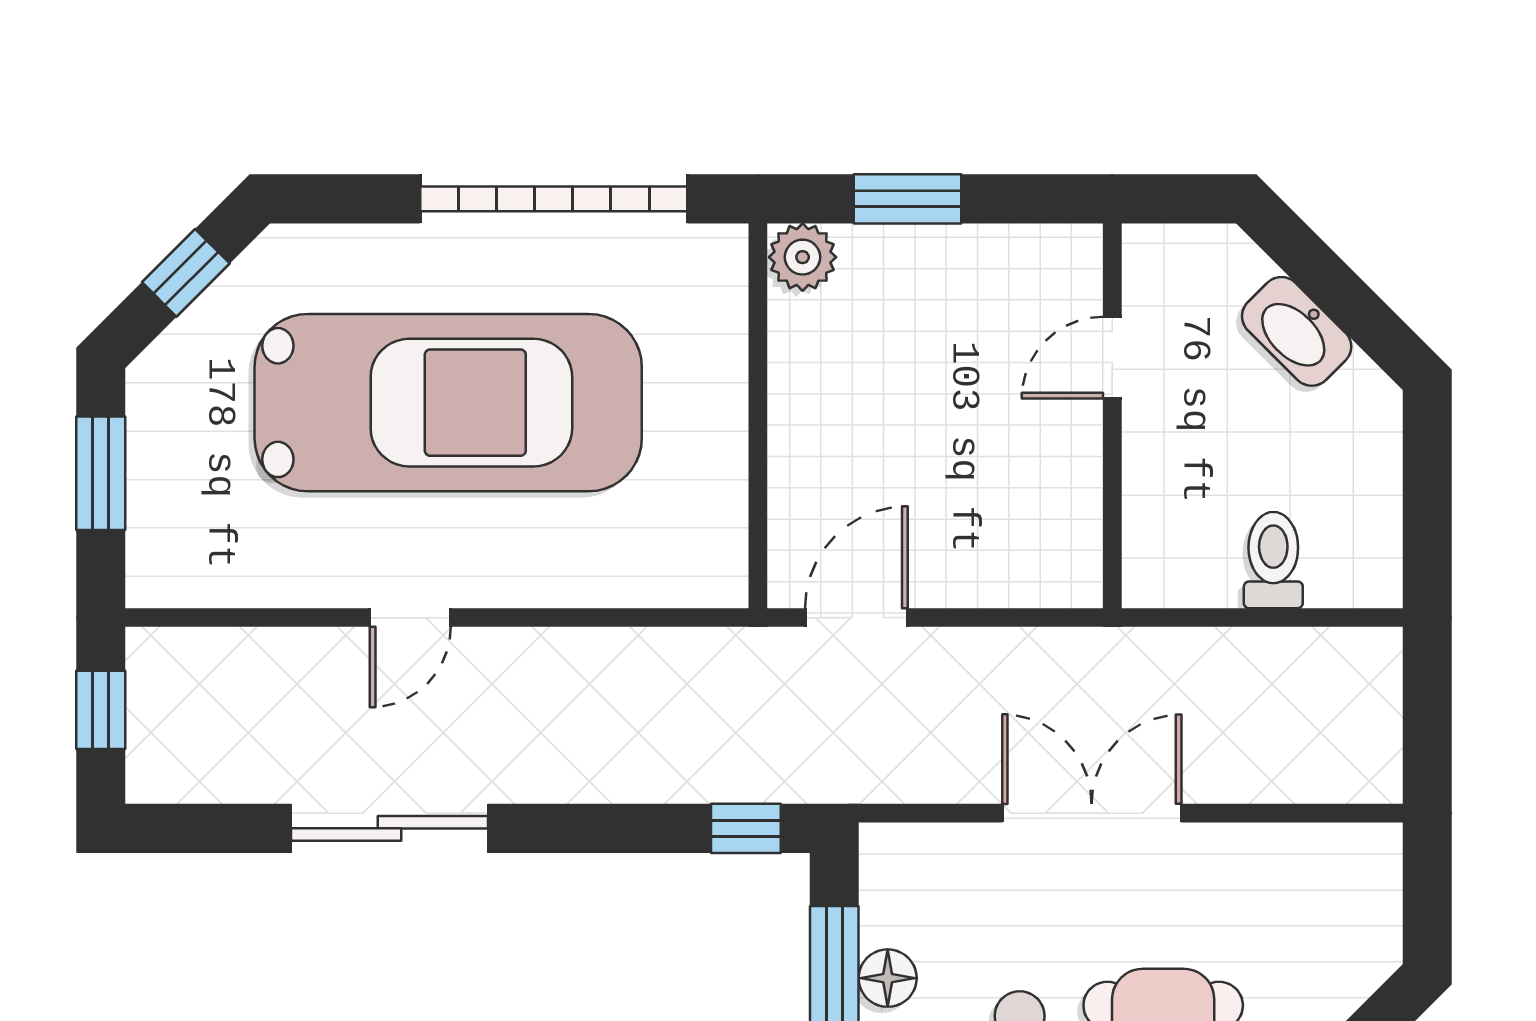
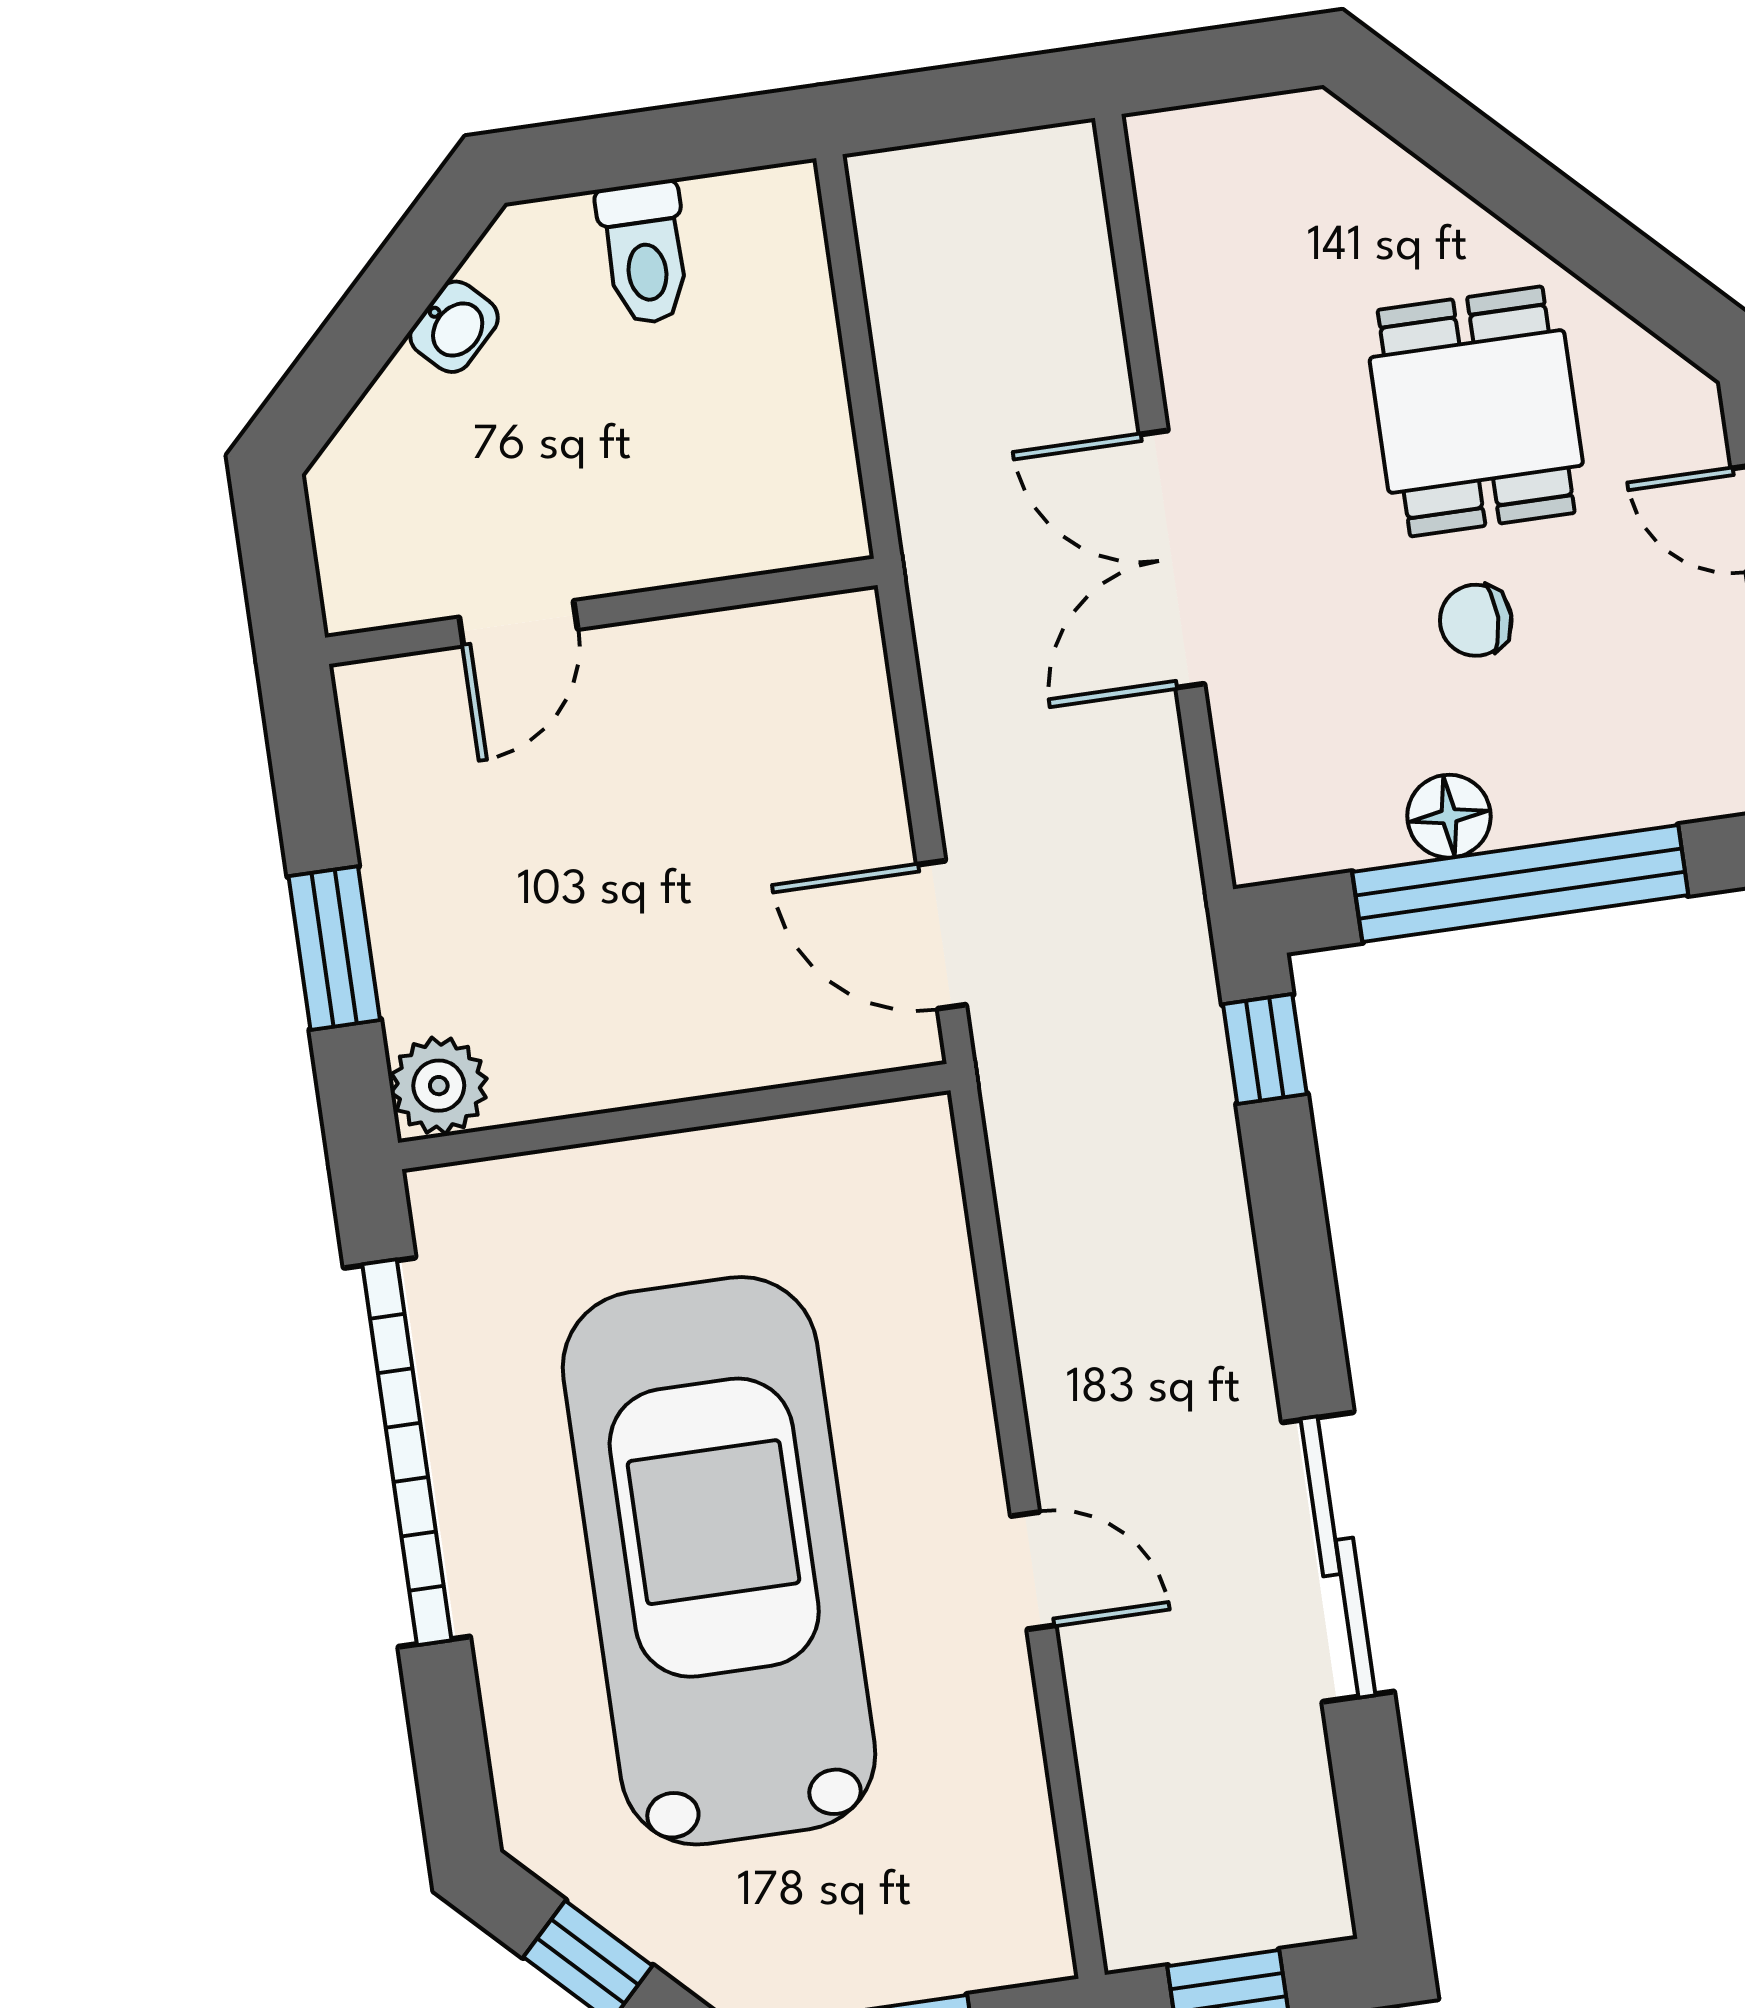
washbasin: (1297, 331) -> (454, 327), width x0.52, depth x0.69
door: (1112, 358) -> (518, 623), hinge flipped
toilet: (1273, 560) -> (645, 253), moved, turned -90

